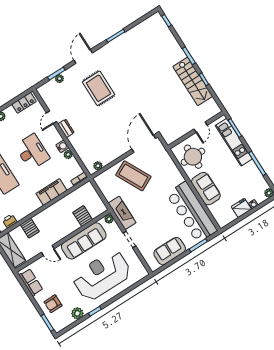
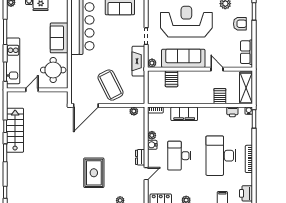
reception desk: (102, 275) -> (186, 22), turned 180

